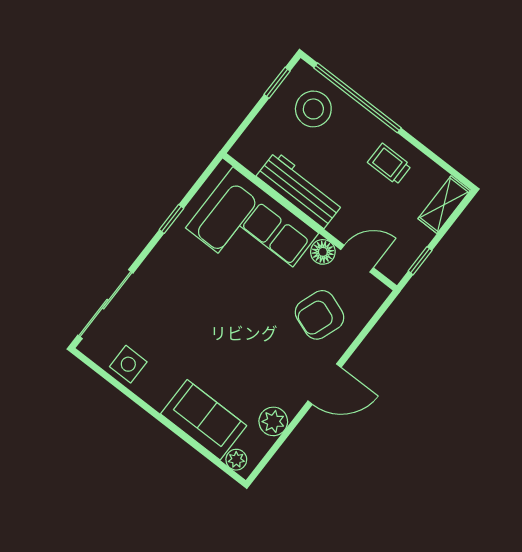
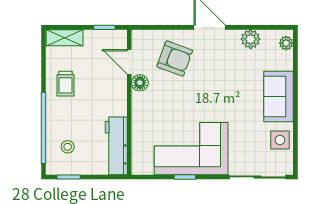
stool: (313, 109) -> (68, 147), width x0.53, depth x0.53
workbench: (300, 190) -> (116, 146), moved
corner sofa: (252, 231) -> (191, 149), moved, turned -90
sofa: (204, 420) -> (278, 97), moved

